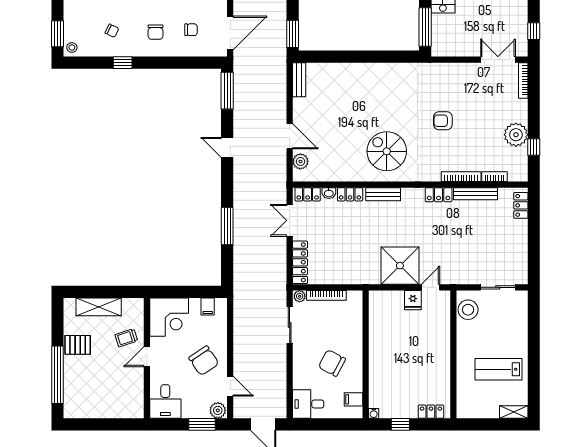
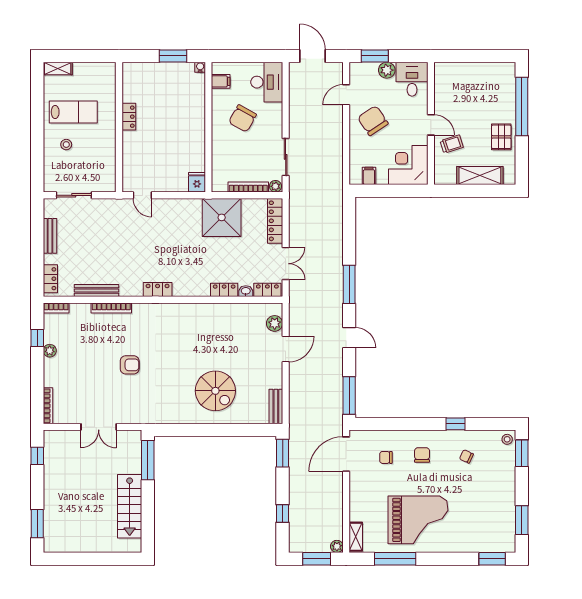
double door: (498, 60) -> (99, 427), moved
plant: (516, 135) -> (50, 351), width x0.53, depth x0.53
door: (290, 136) -> (286, 349), swing flipped
spiral stairs: (387, 151) -> (215, 391), moved
bookcase: (495, 177) -> (56, 308), moved
bench: (383, 194) -> (50, 236), moved, turned 90
locker: (439, 195) -> (158, 290), moved
window: (227, 226) -> (349, 284), moved
shower: (400, 266) -> (222, 217), moved
door: (431, 287) -> (142, 195), hinge flipped
fridge: (413, 300) -> (197, 182), moved
stool: (468, 310) -> (66, 145), moved, width x0.53, depth x0.53
pallet: (78, 345) -> (501, 137), turned 90
door: (147, 357) -> (431, 125), hinge flipped
chair: (332, 363) -> (243, 118), turned 91
door: (230, 386) -> (346, 95), hinge flipped
desk: (308, 404) -> (267, 82), width x1.37
plant: (218, 410) -> (387, 70), moved
locker: (431, 412) -> (129, 117), moved, turned -90
window: (400, 424) -> (173, 56), width x1.50

